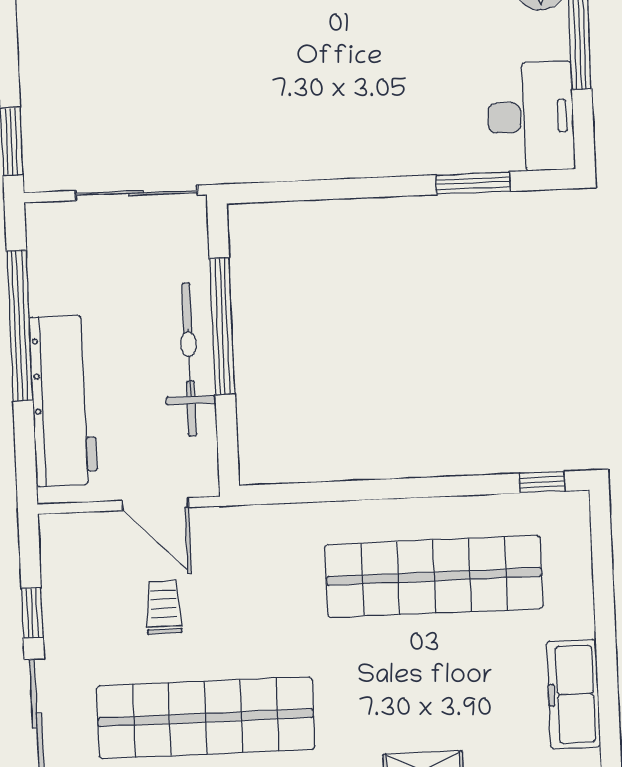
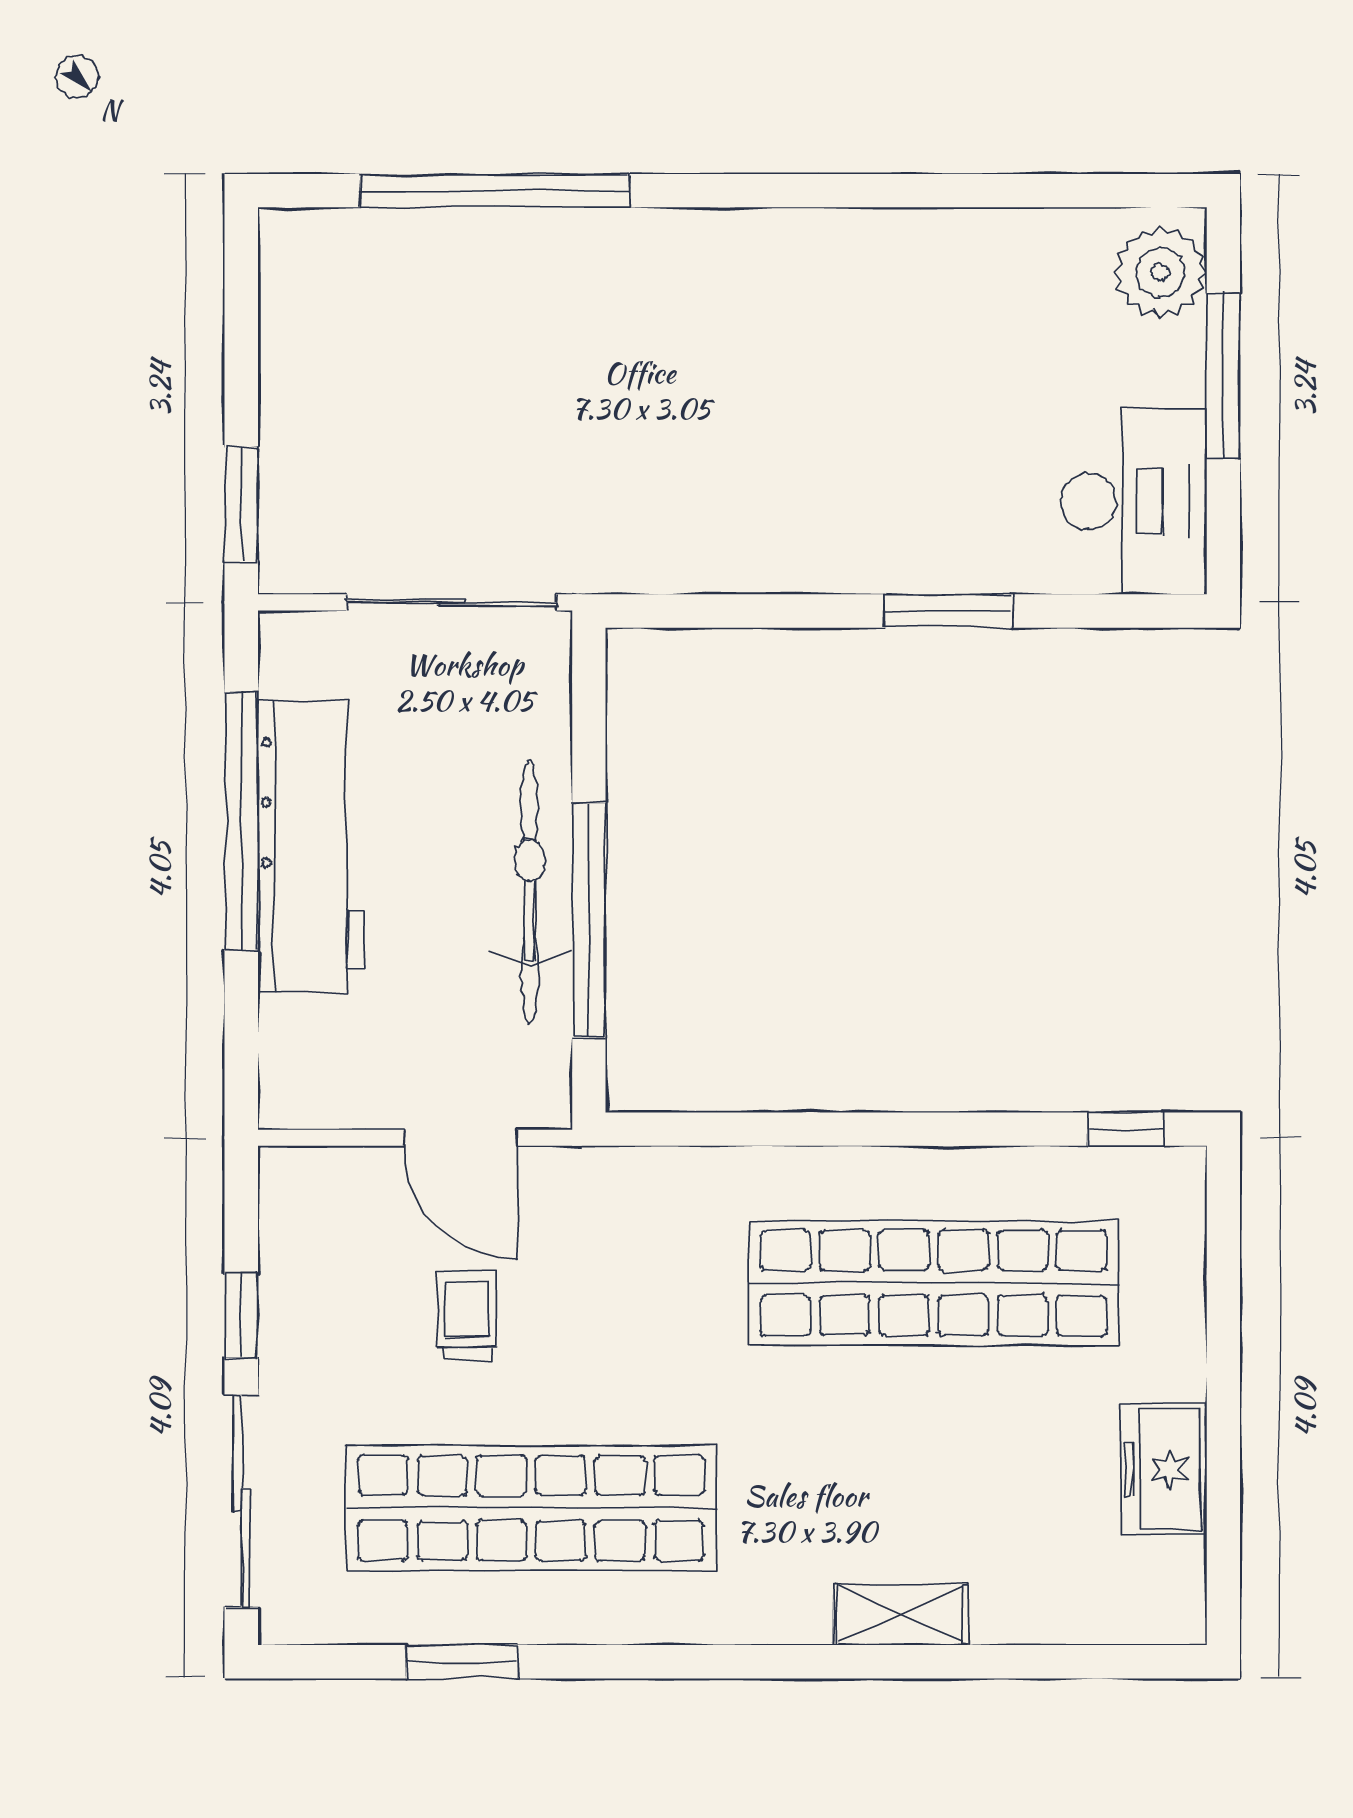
window: (473, 183) -> (948, 611), moved
window: (222, 326) -> (589, 920), moved
workbench: (64, 401) -> (311, 846), moved
freezer: (573, 694) -> (1164, 1469), width x0.71

